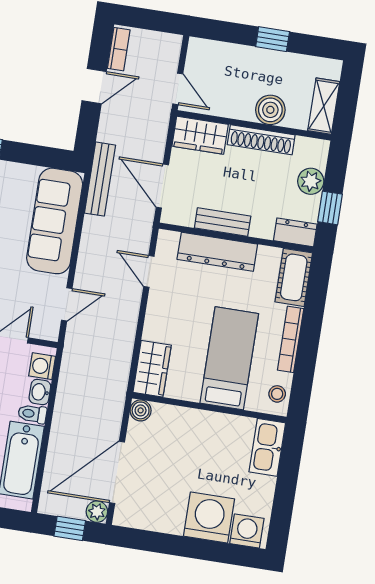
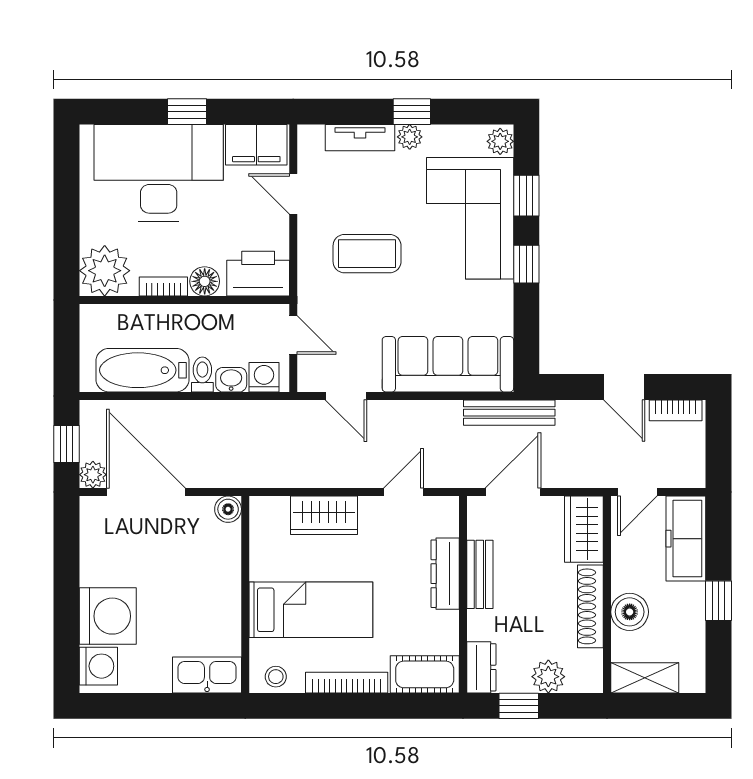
freezer: (220, 57) -> (686, 539), added
dresser: (217, 252) -> (445, 574), width x0.73, depth x0.80
wardrobe: (152, 369) -> (324, 515), moved

